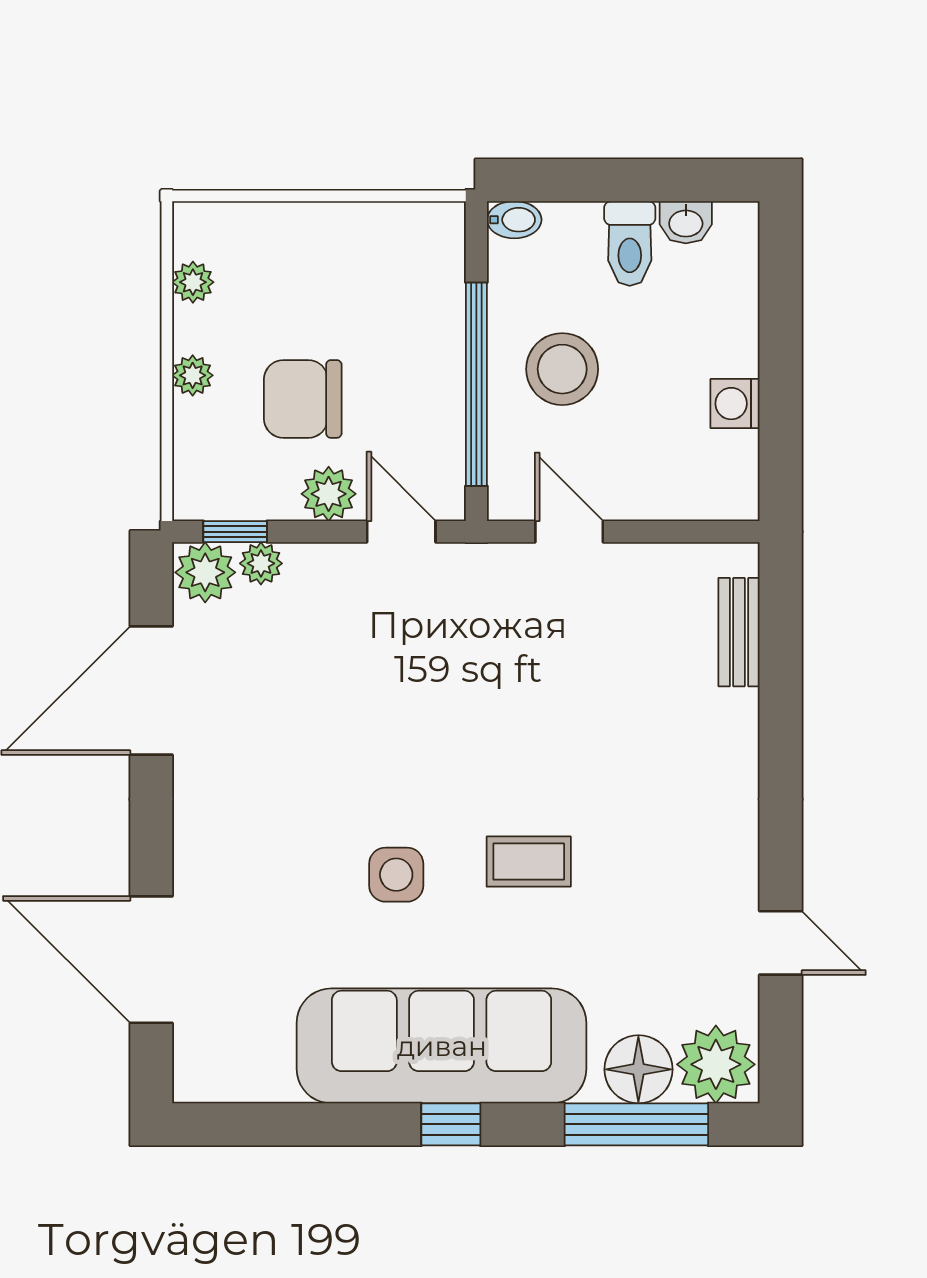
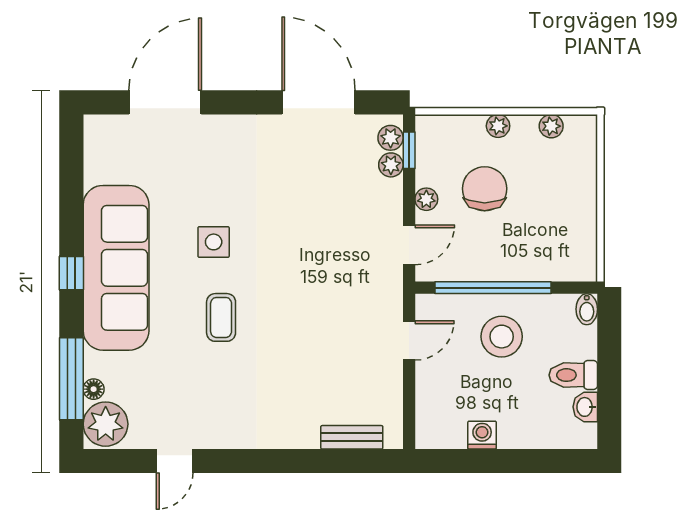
plant: (329, 494) -> (426, 199), width x0.73, depth x0.73
plant: (205, 572) -> (391, 138), width x0.73, depth x0.73
floor lamp: (638, 1069) -> (94, 389), width x0.53, depth x0.53

